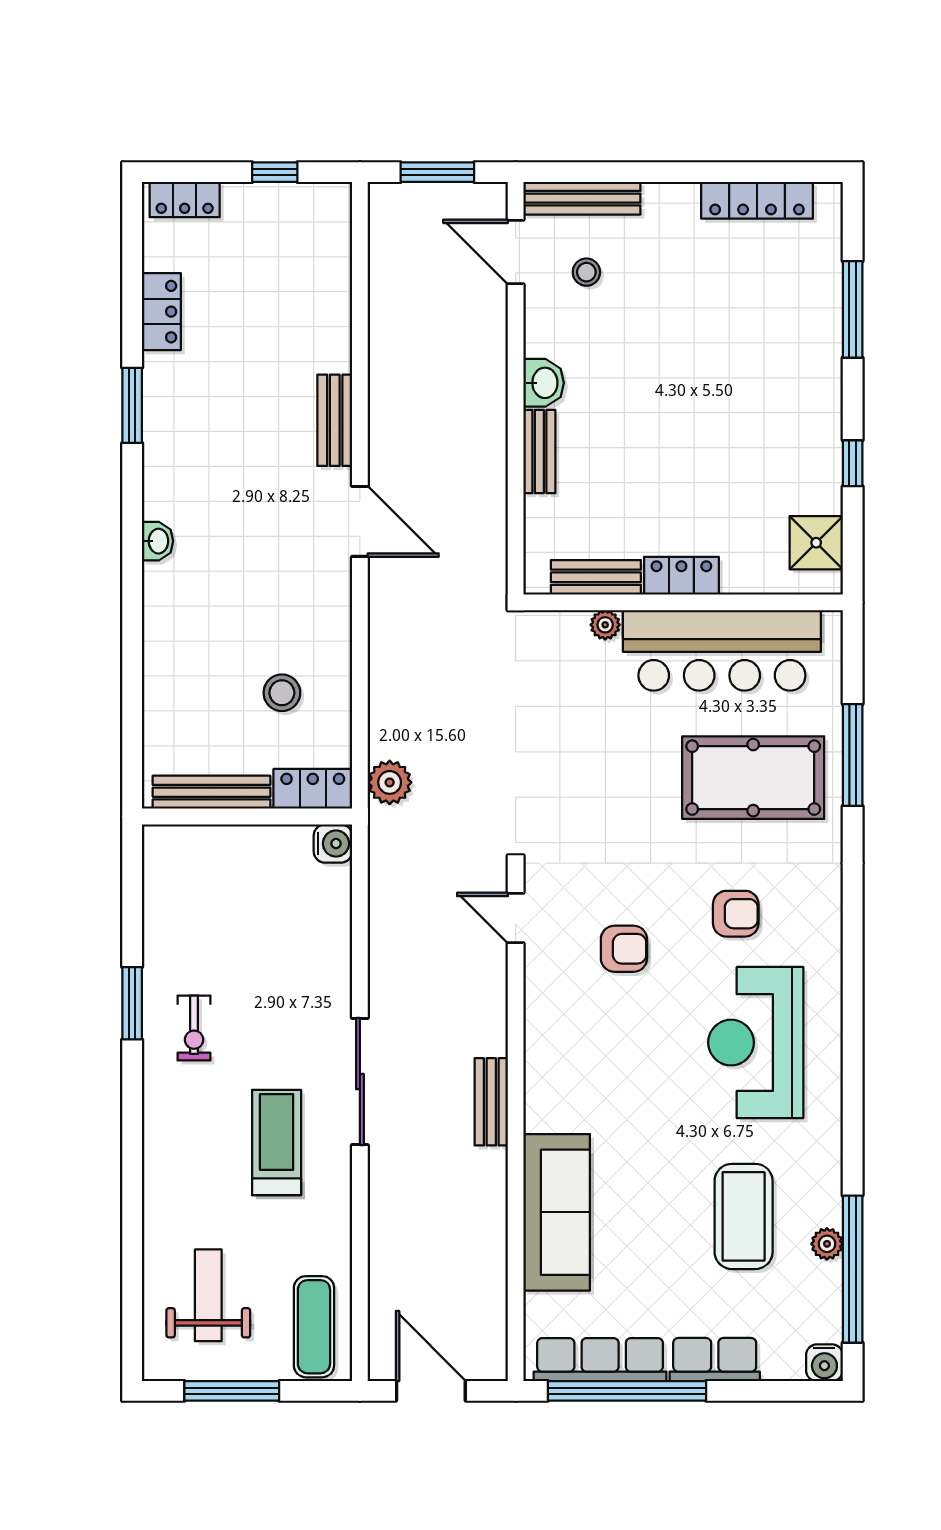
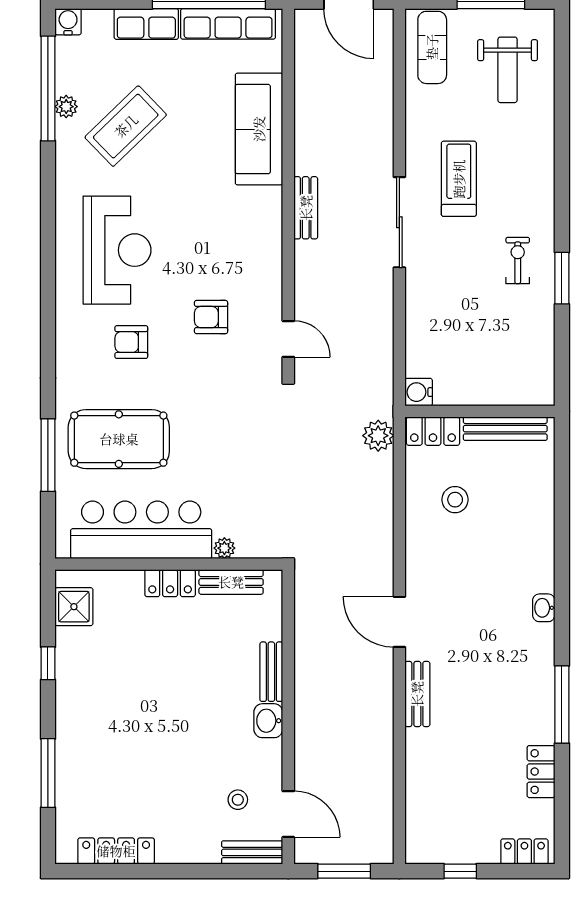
bench: (582, 198) -> (252, 852), width x0.73
window: (132, 405) -> (562, 705), width x1.44
treadmill: (277, 1143) -> (459, 179), turned 180
coffee table: (744, 1216) -> (126, 126), turned 46

